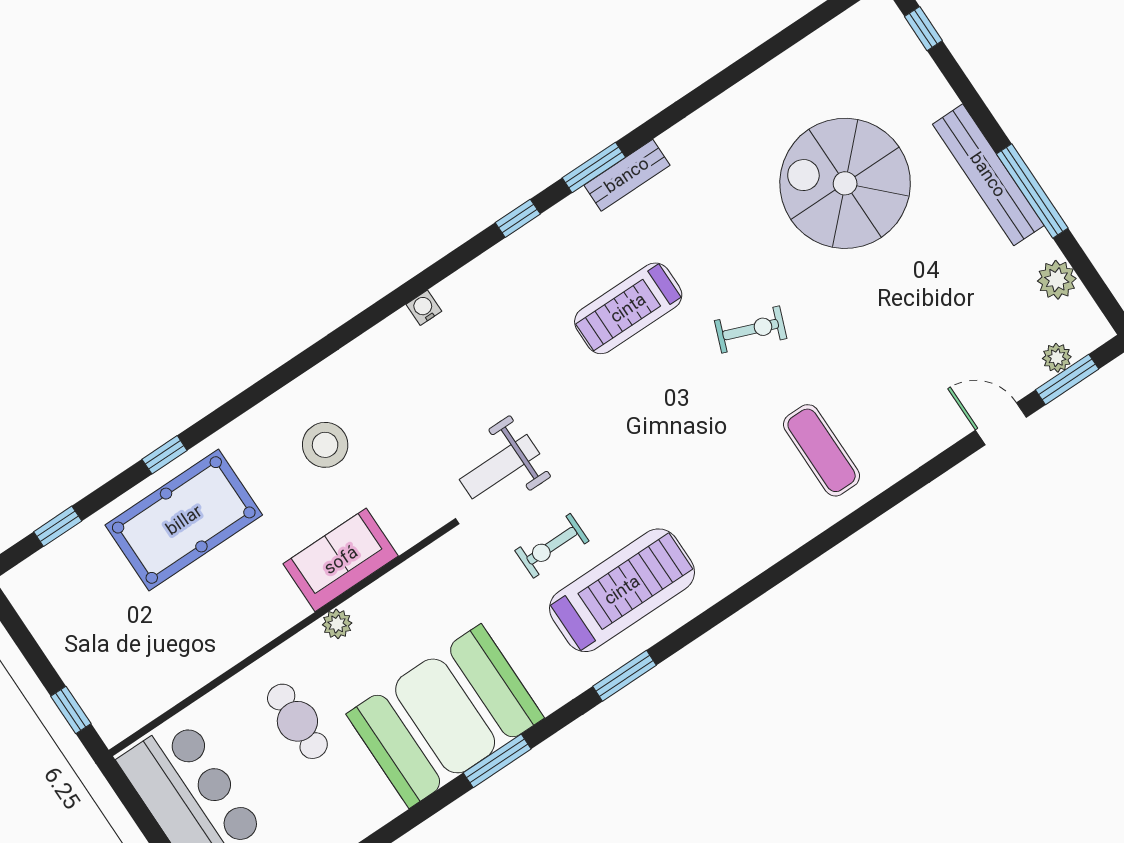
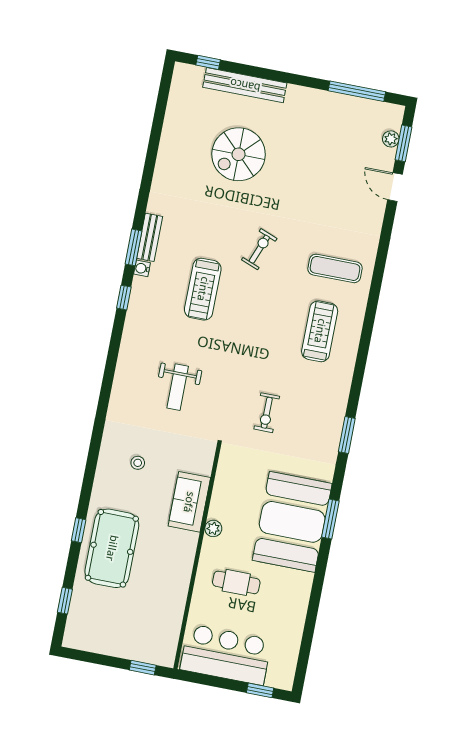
bench: (988, 175) -> (245, 85), moved
spiral stairs: (845, 183) -> (239, 154), width x0.73, depth x0.73
window: (1032, 191) -> (357, 91), moved
plant: (1057, 280) -> (360, 108), removed
water cooler: (424, 308) -> (142, 268), moved
door: (1001, 424) -> (395, 187), hinge flipped
stool: (325, 445) -> (138, 463), width x0.53, depth x0.53
weight bench: (499, 467) -> (178, 387), moved
treadmill: (622, 590) -> (320, 331), moved, width x0.73, depth x0.73

